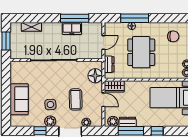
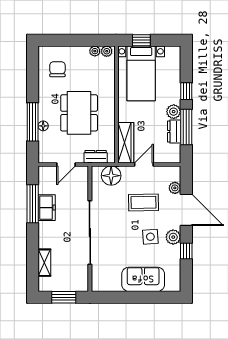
door: (103, 43) -> (66, 165), swing flipped
dining table: (141, 52) -> (79, 113), turned 90
wardrobe: (114, 86) -> (126, 143), width x1.50
plant: (113, 121) -> (174, 112), moved

